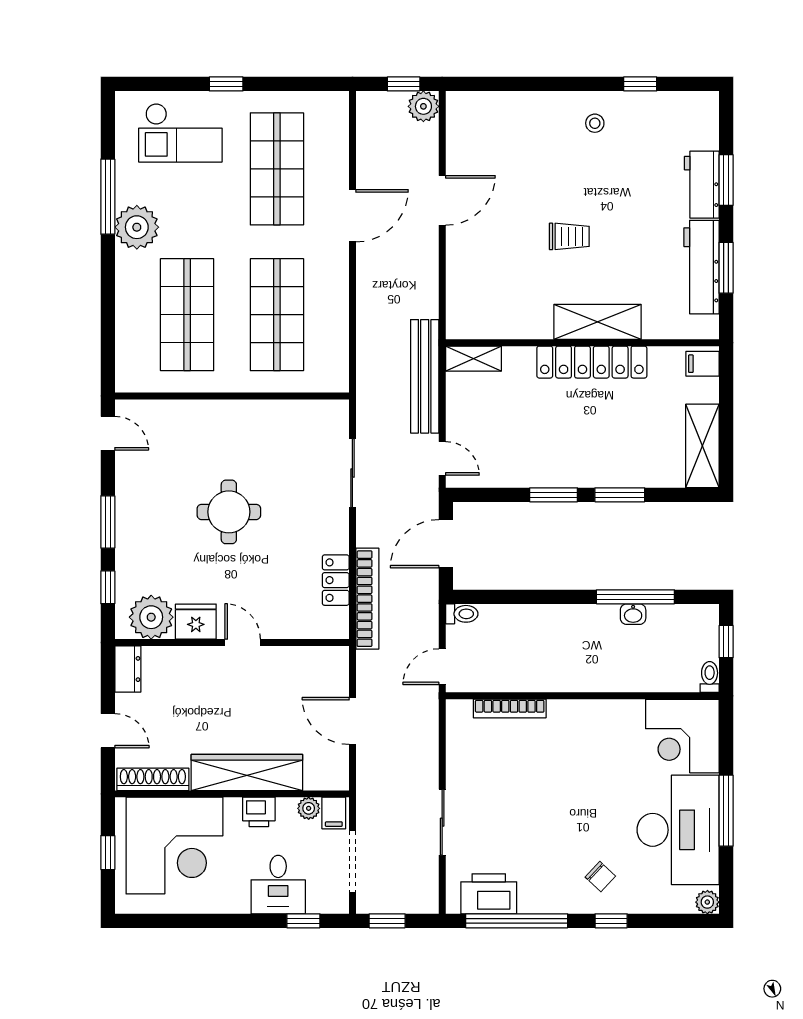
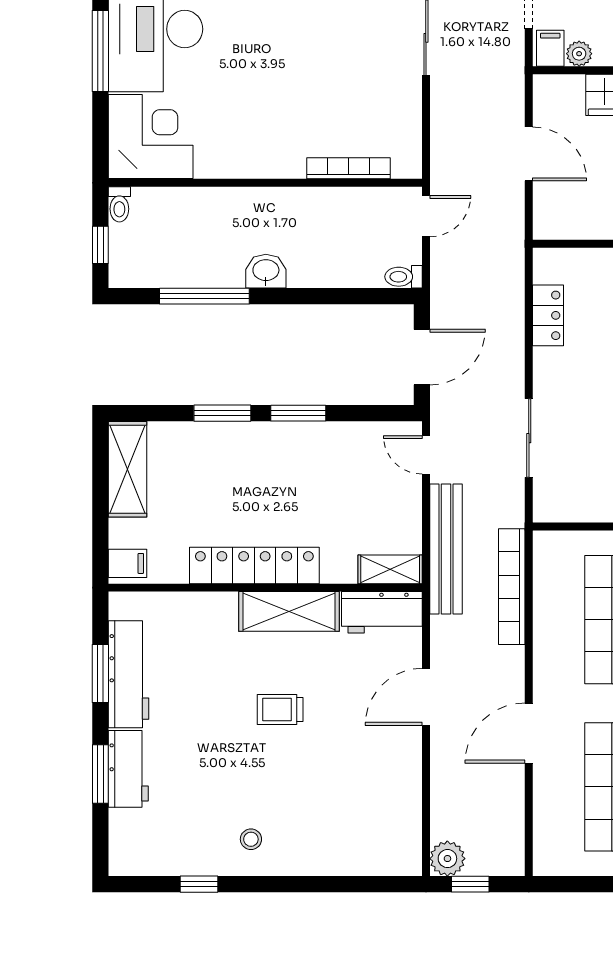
door: (442, 200) -> (426, 697), moved
workbench: (481, 321) -> (382, 612), added
shelving: (598, 322) -> (289, 611), moved
bookcase: (367, 599) -> (512, 587), moved
washbasin: (633, 614) -> (266, 271), moved, width x1.38, depth x1.45

